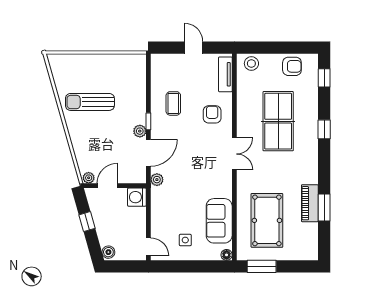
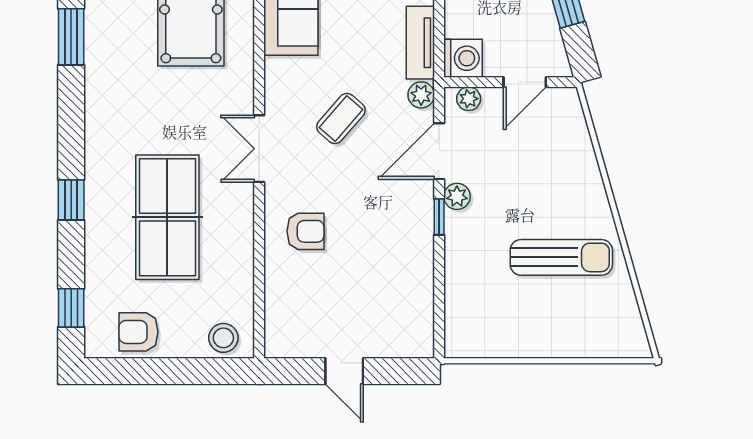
tv unit: (225, 74) -> (420, 43), moved, turned 180
coffee table: (173, 103) -> (341, 118), moved, turned 41
armchair: (212, 114) -> (306, 231), turned -90
plant: (89, 178) -> (469, 99), moved
piano: (310, 203) -> (101, 45), removed

